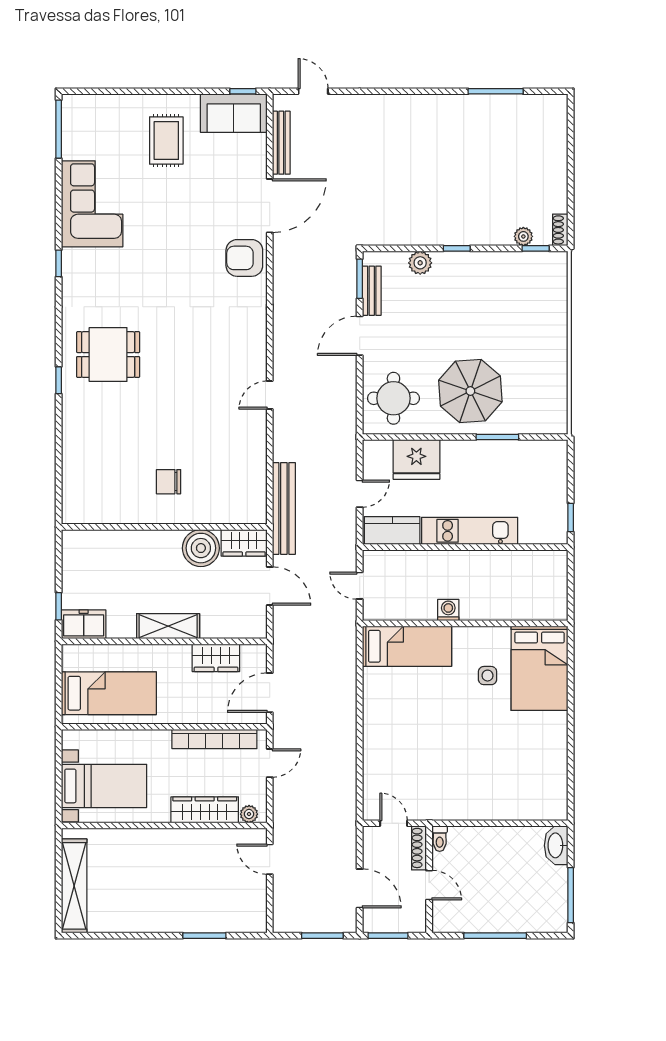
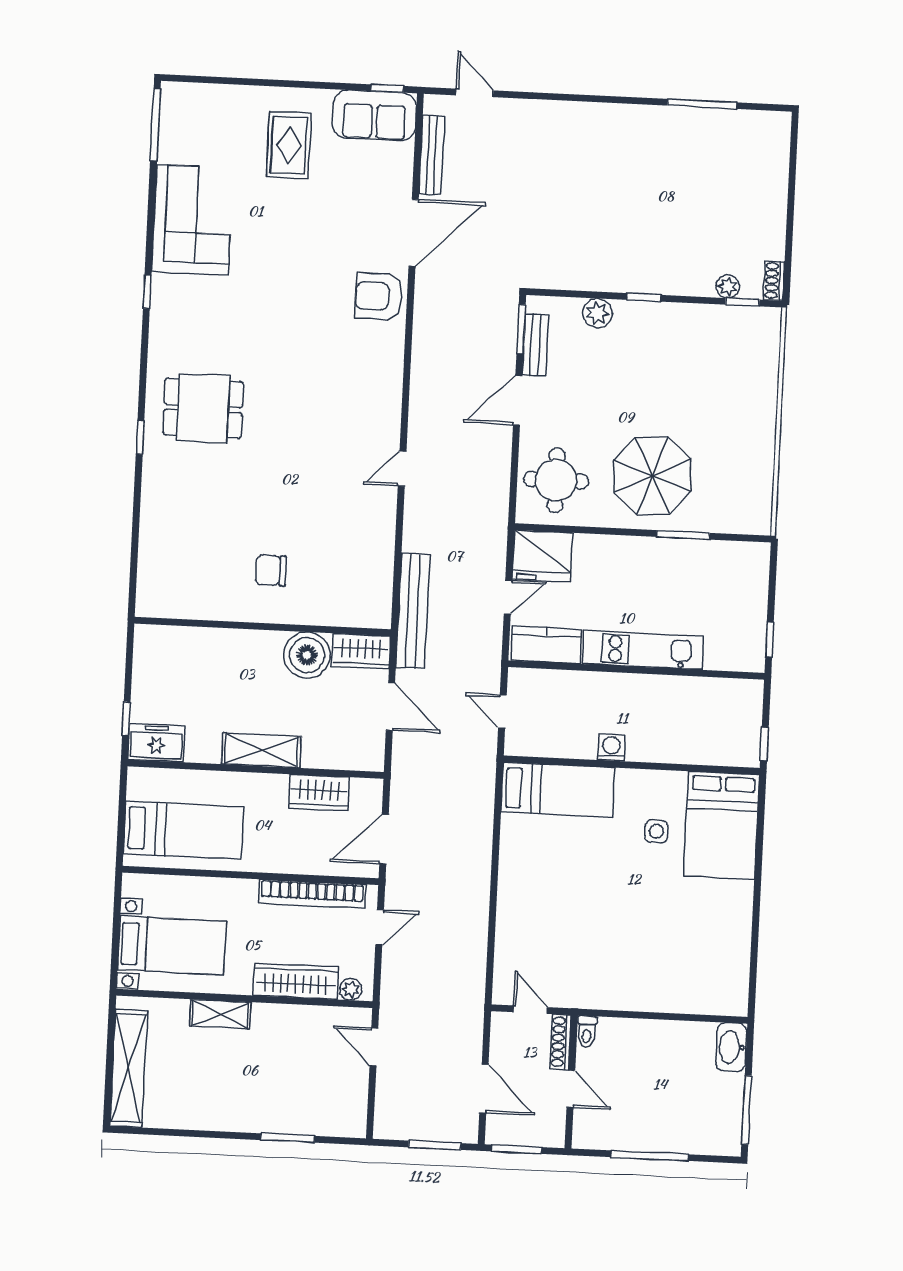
fridge: (416, 460) -> (542, 556), moved
window: (571, 601) -> (764, 744), added
shelving: (145, 839) -> (220, 1014), added

